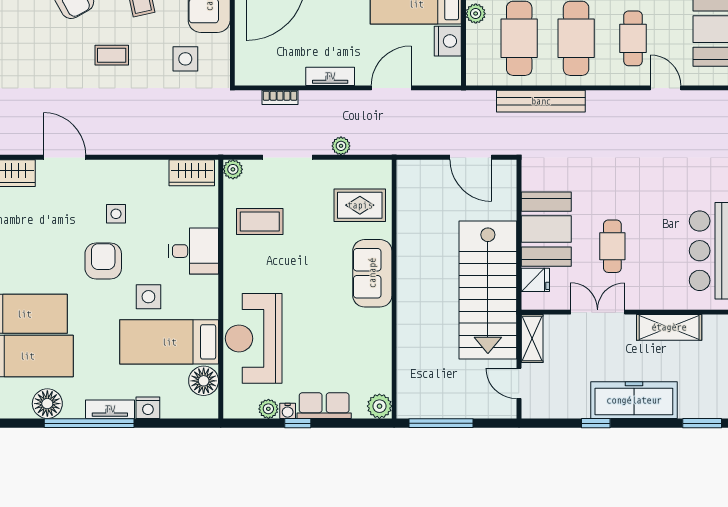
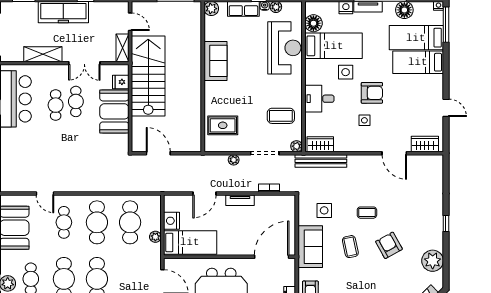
bench: (541, 101) -> (321, 161), moved
cafe table: (647, 240) -> (56, 105), added
armchair: (103, 261) -> (372, 93), turned -90
sofa: (372, 273) -> (215, 61), moved

